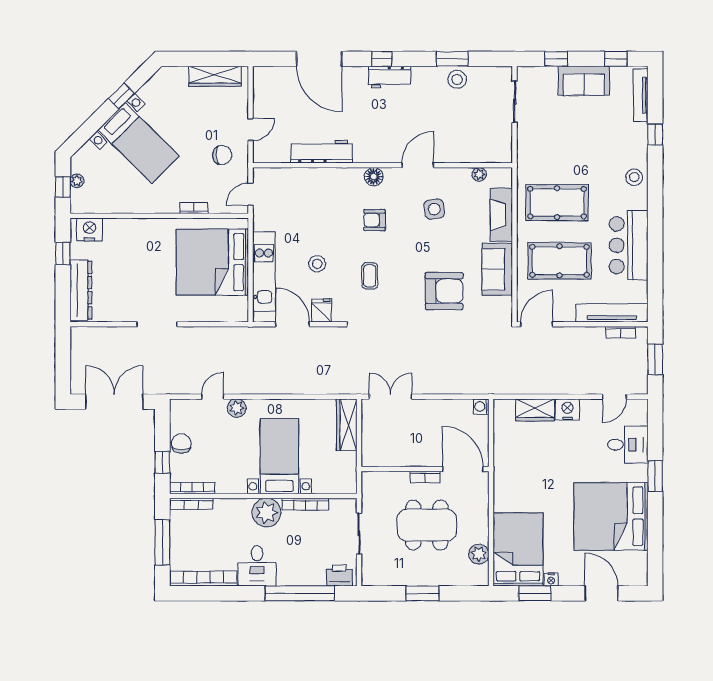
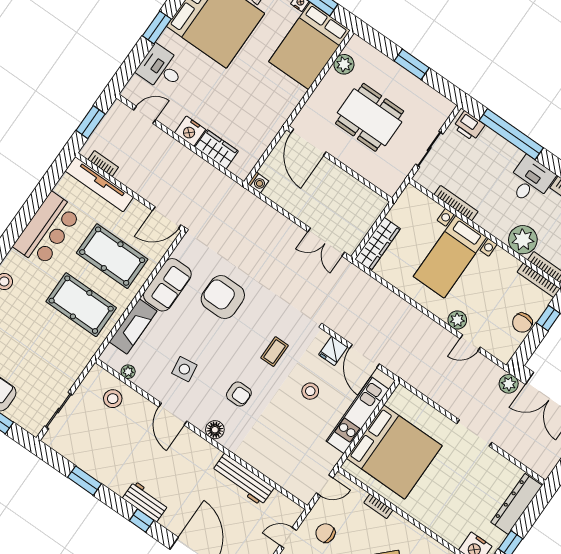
stool: (457, 79) -> (113, 399), moved
door: (418, 165) -> (173, 414), hinge flipped
plant: (157, 385) -> (509, 384), added
bookcase: (425, 477) -> (344, 157), removed
plant: (266, 513) -> (523, 240), moved

